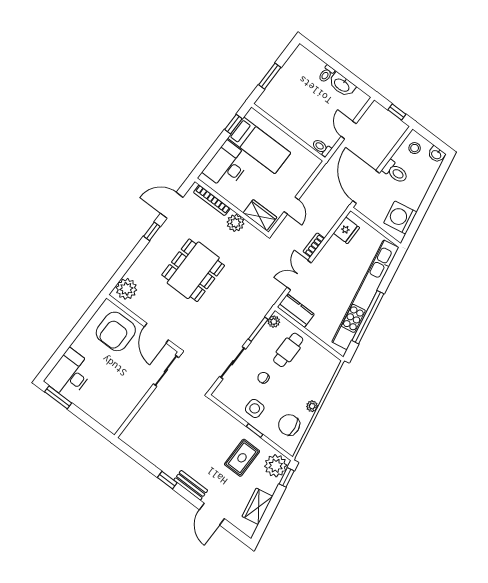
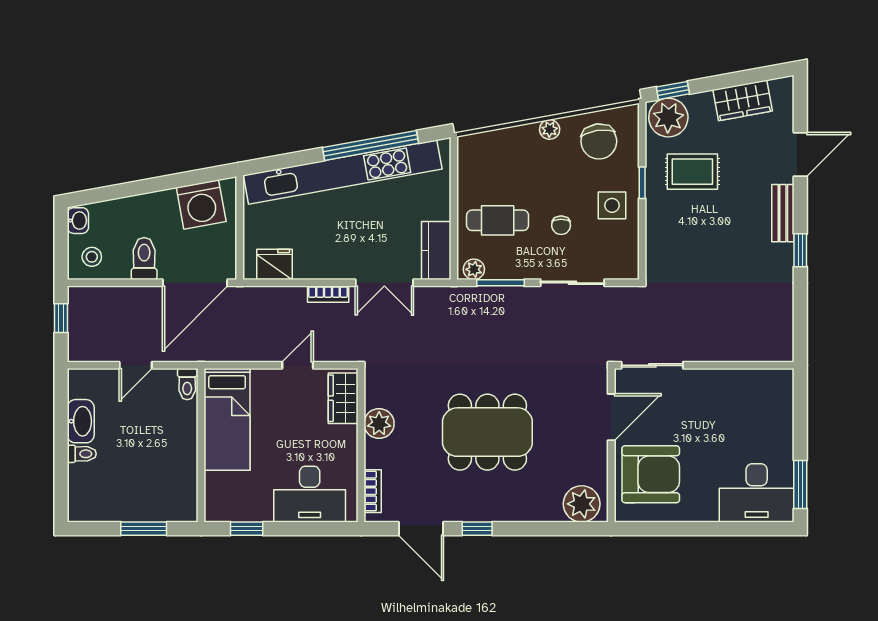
bed: (259, 145) -> (227, 419), moved, turned 180
bookcase: (212, 200) -> (373, 491), width x0.64

